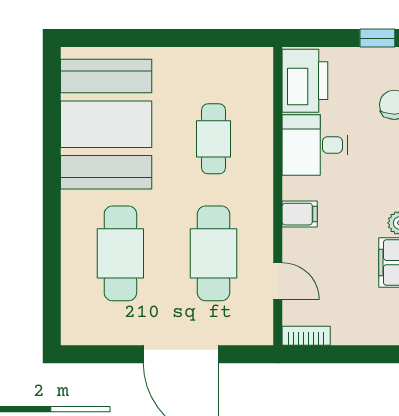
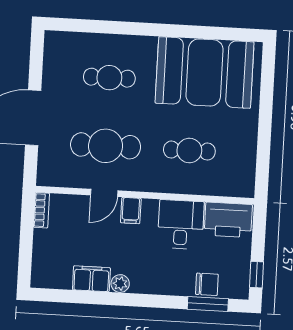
cafe table: (120, 253) -> (109, 78), width x0.73, depth x0.74
door: (278, 281) -> (104, 193), moved

